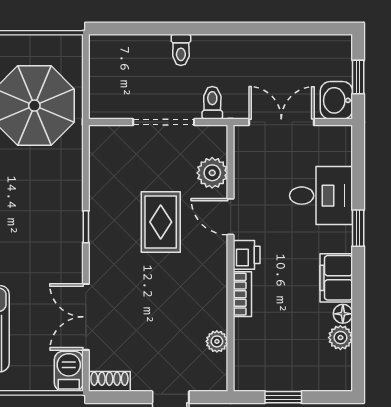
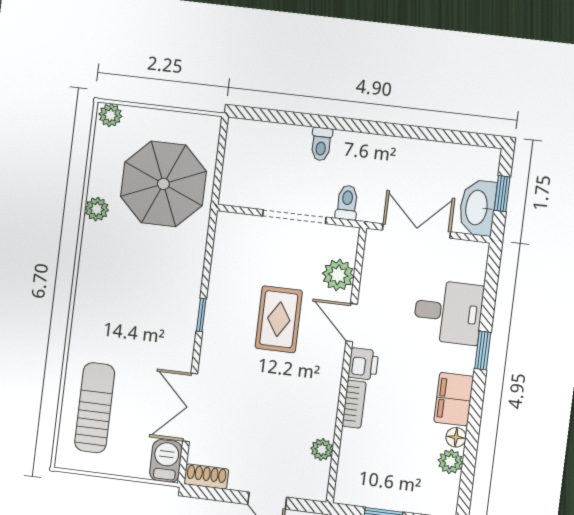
washbasin: (336, 100) -> (477, 208), width x1.38

